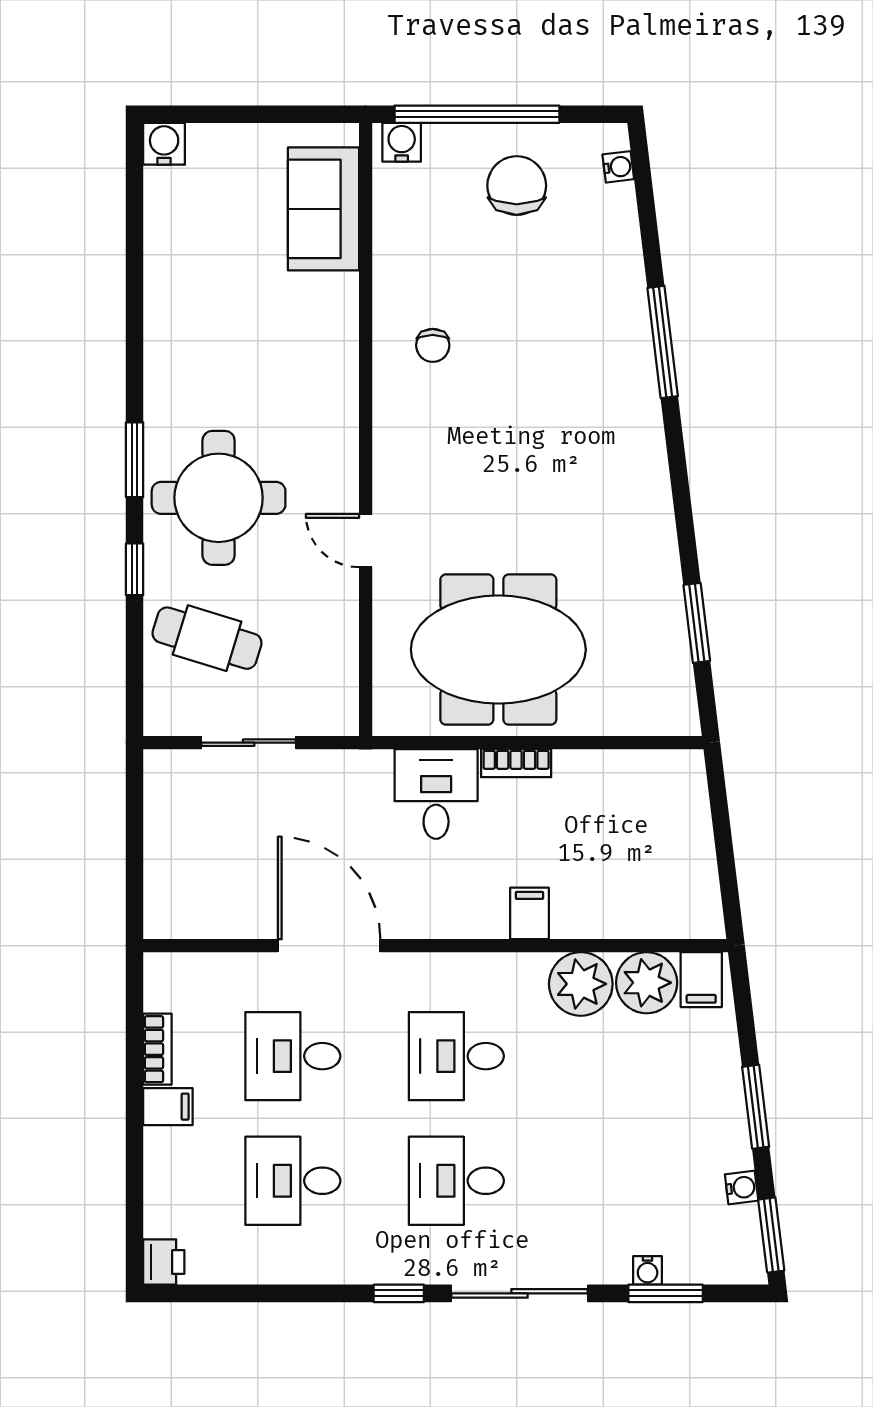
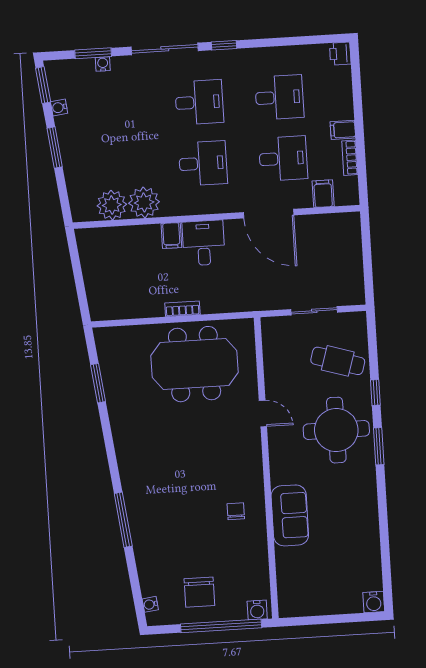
sofa: (324, 209) -> (290, 515), moved
desk: (436, 794) -> (203, 243), moved, turned 180
filing cabinet: (701, 980) -> (323, 194), moved

